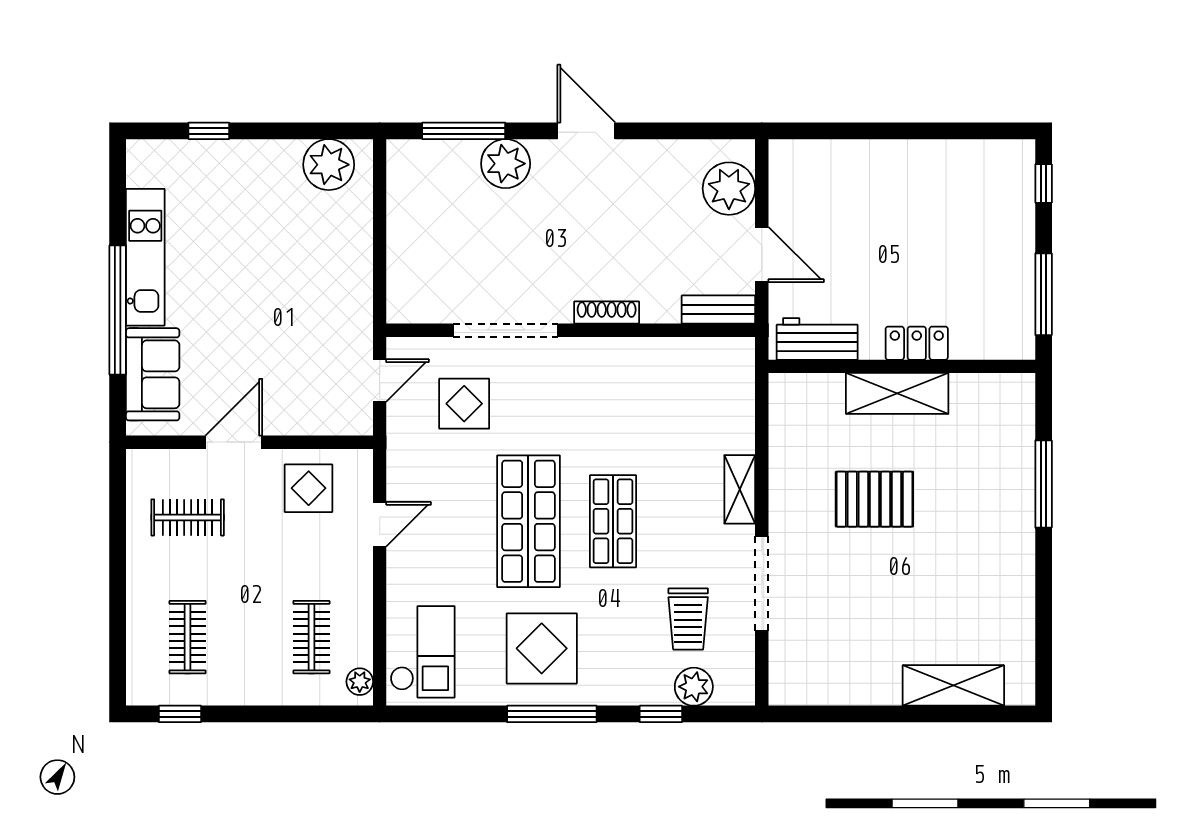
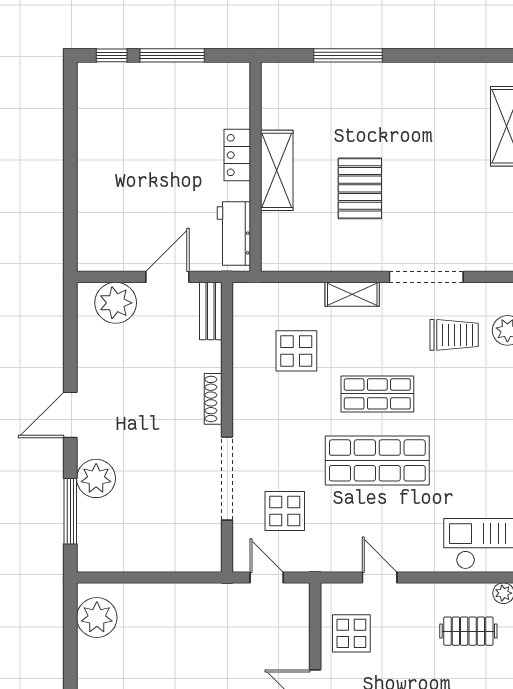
window: (1044, 294) -> (172, 55), moved
display table: (542, 648) -> (296, 351), moved, width x0.73, depth x0.73

